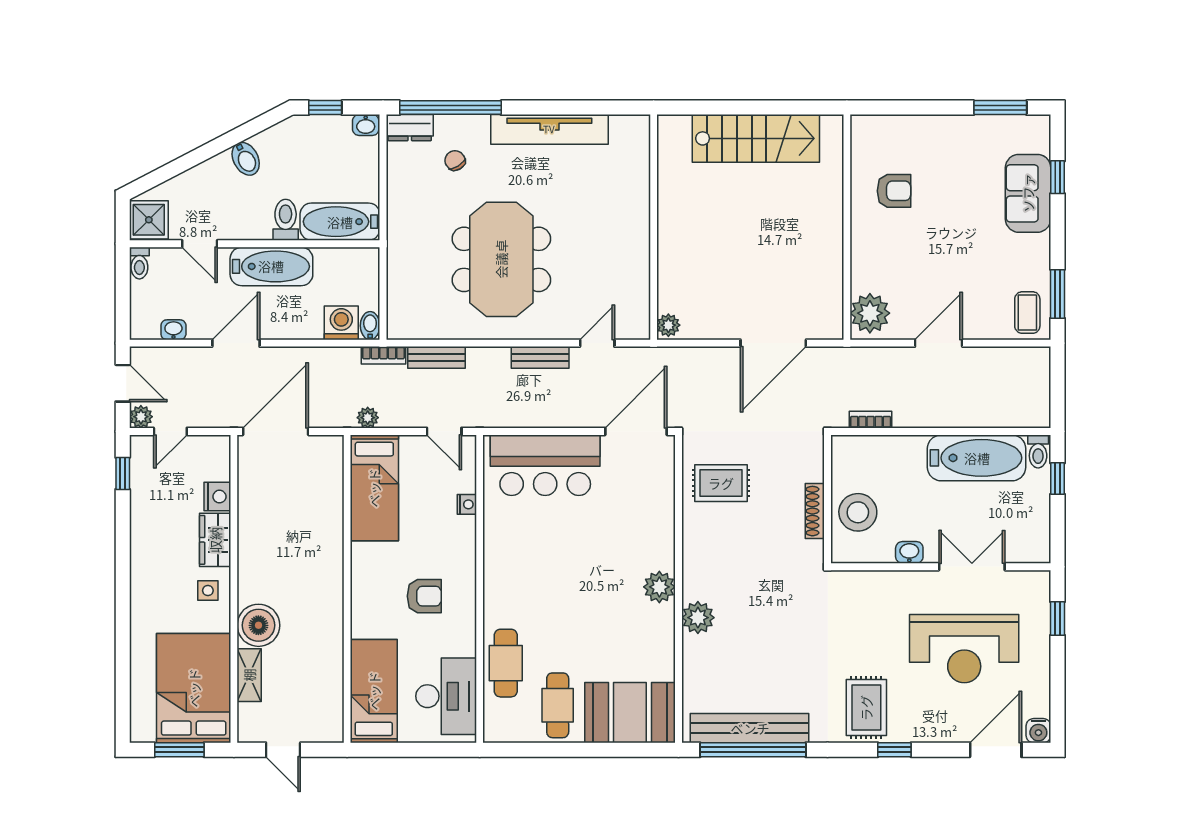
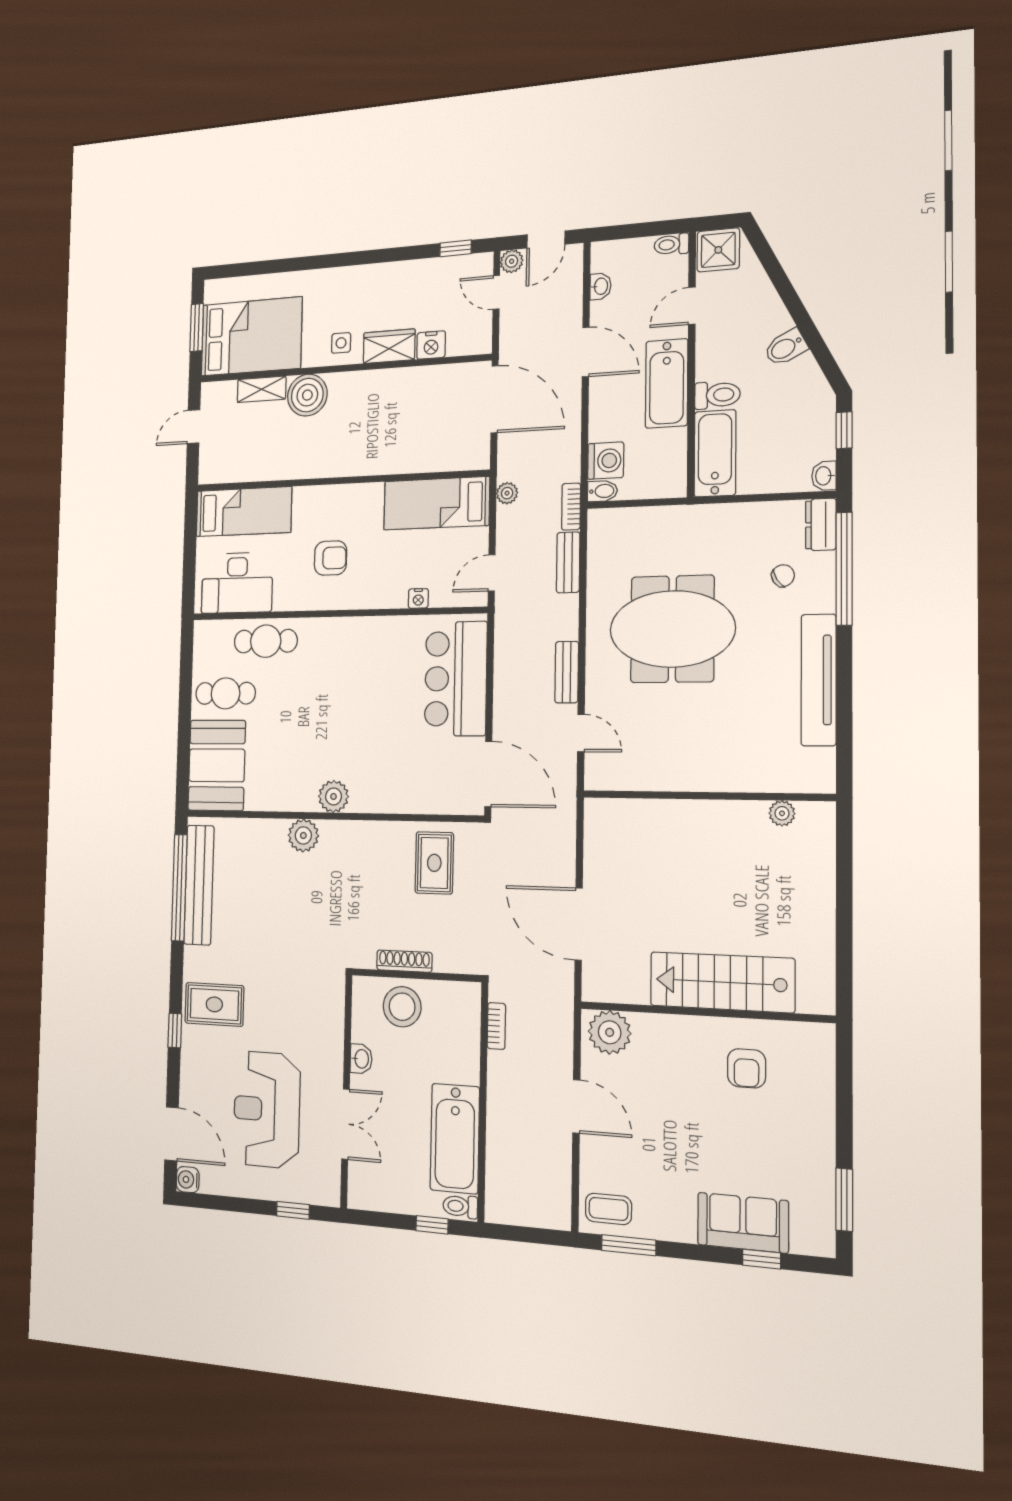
stairs: (756, 138) -> (722, 982), moved, turned 90
plant: (668, 325) -> (782, 813), moved
armchair: (424, 596) -> (331, 558), turned -90

